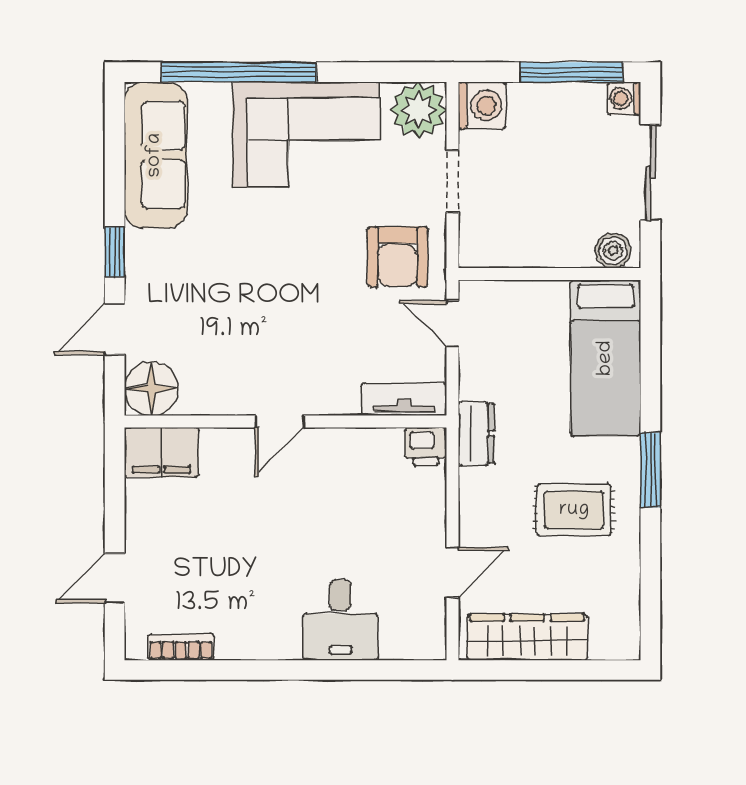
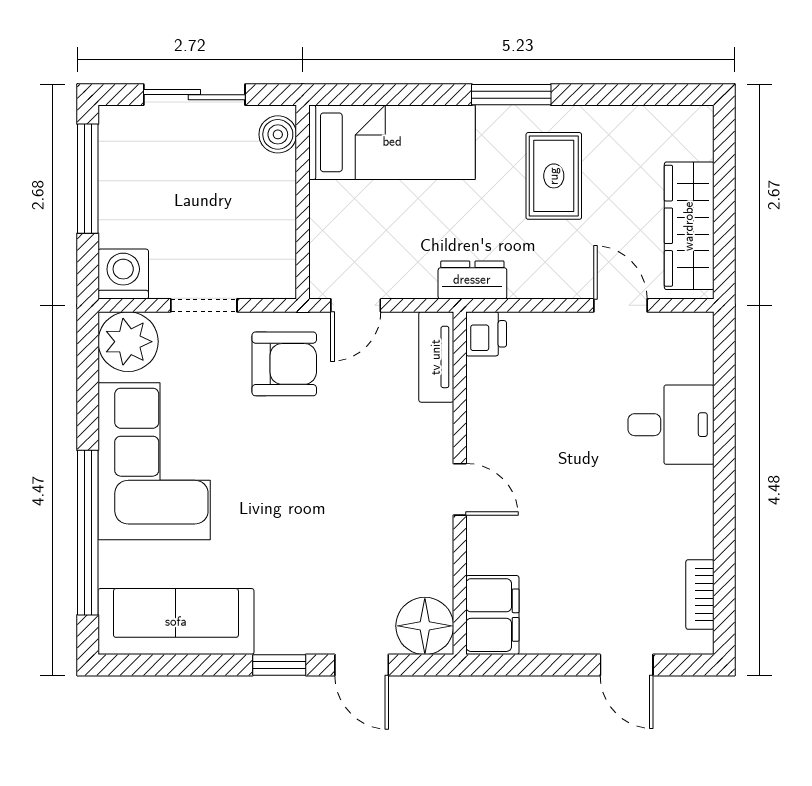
washing machine: (624, 98) -> (116, 123), removed

